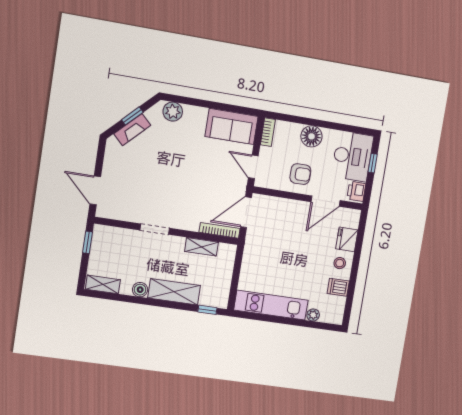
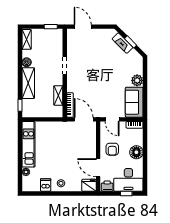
plant: (173, 112) -> (137, 80), moved
door: (253, 167) -> (112, 119), swing flipped
door: (95, 190) -> (83, 27), hinge flipped
fridge: (347, 239) -> (89, 185), moved

